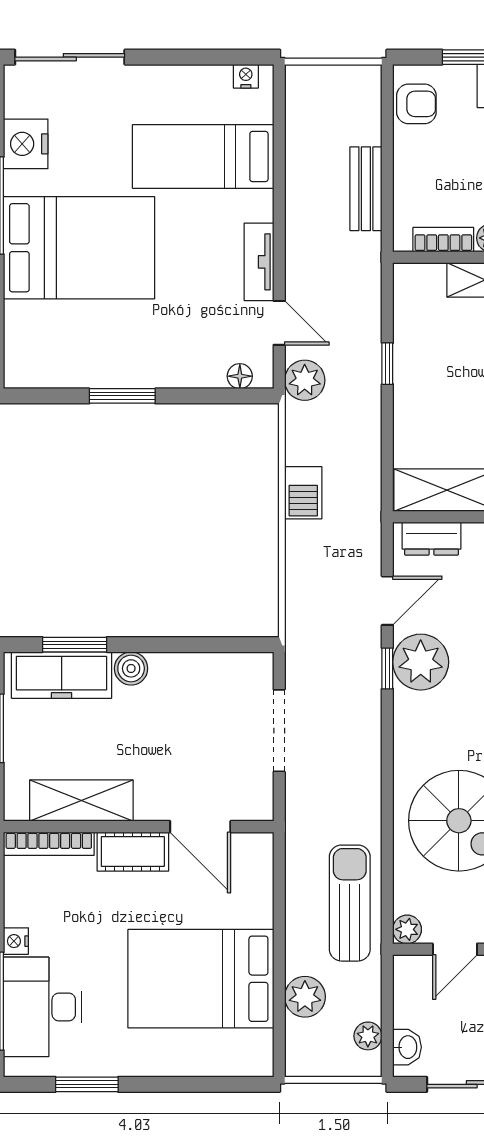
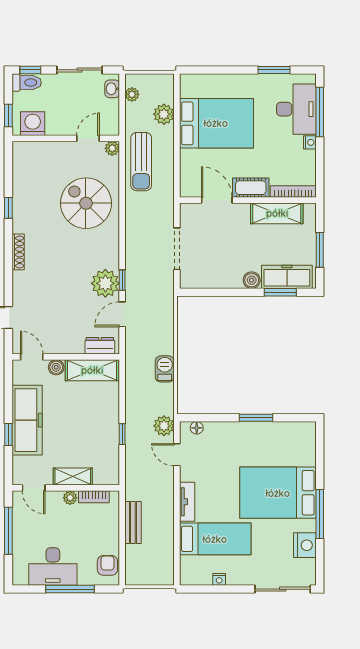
nightstand: (246, 76) -> (219, 579), moved
armchair: (416, 104) -> (107, 565), turned 90
tv unit: (259, 262) -> (187, 502), moved

